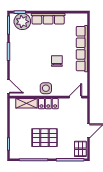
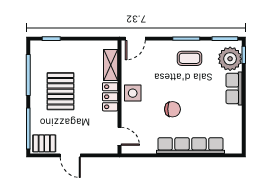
row of seats: (48, 19) -> (234, 88), width x0.68
coffee table: (22, 49) -> (189, 58), added

